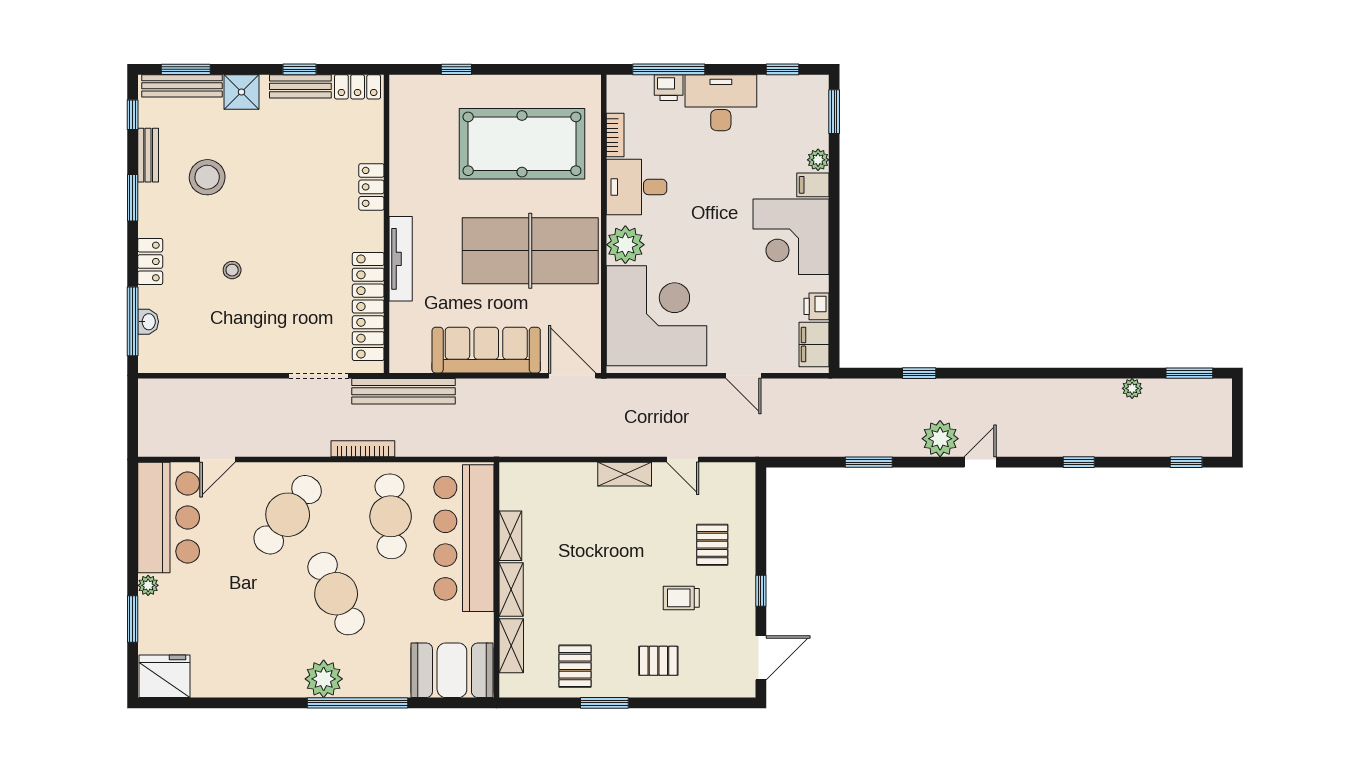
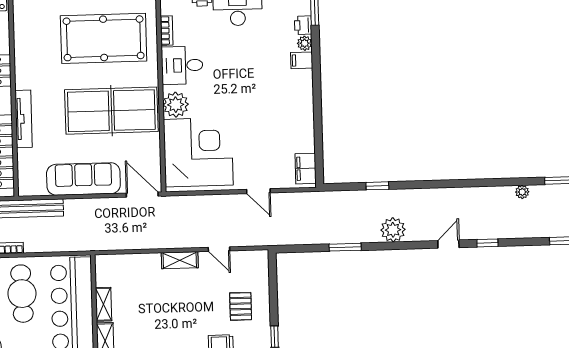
corner desk: (791, 237) -> (288, 96), removed
printer: (817, 306) -> (303, 25), moved
door: (980, 462) -> (448, 244), moved

